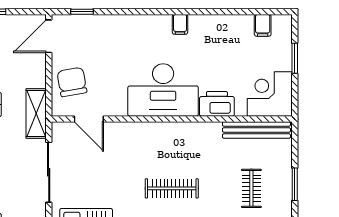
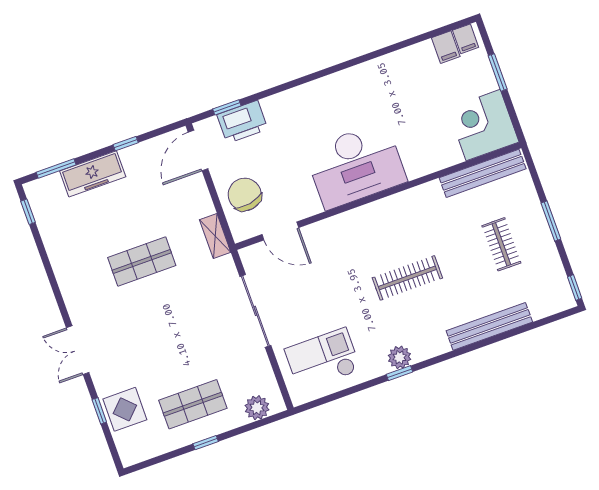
filing cabinet: (180, 24) -> (466, 39), moved
printer: (217, 104) -> (242, 122), moved, turned 180
shelving: (36, 113) -> (215, 236), width x0.67, depth x0.75

